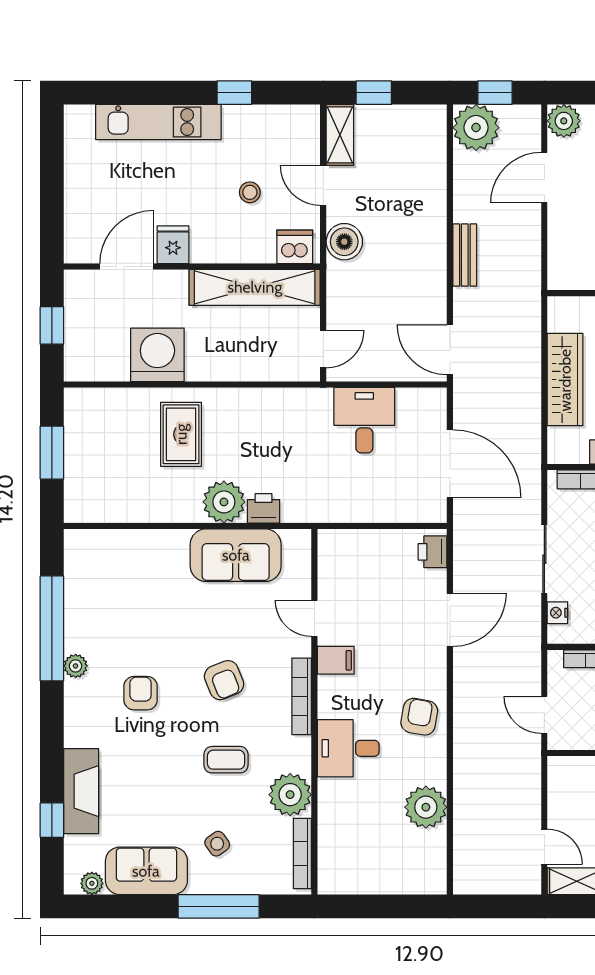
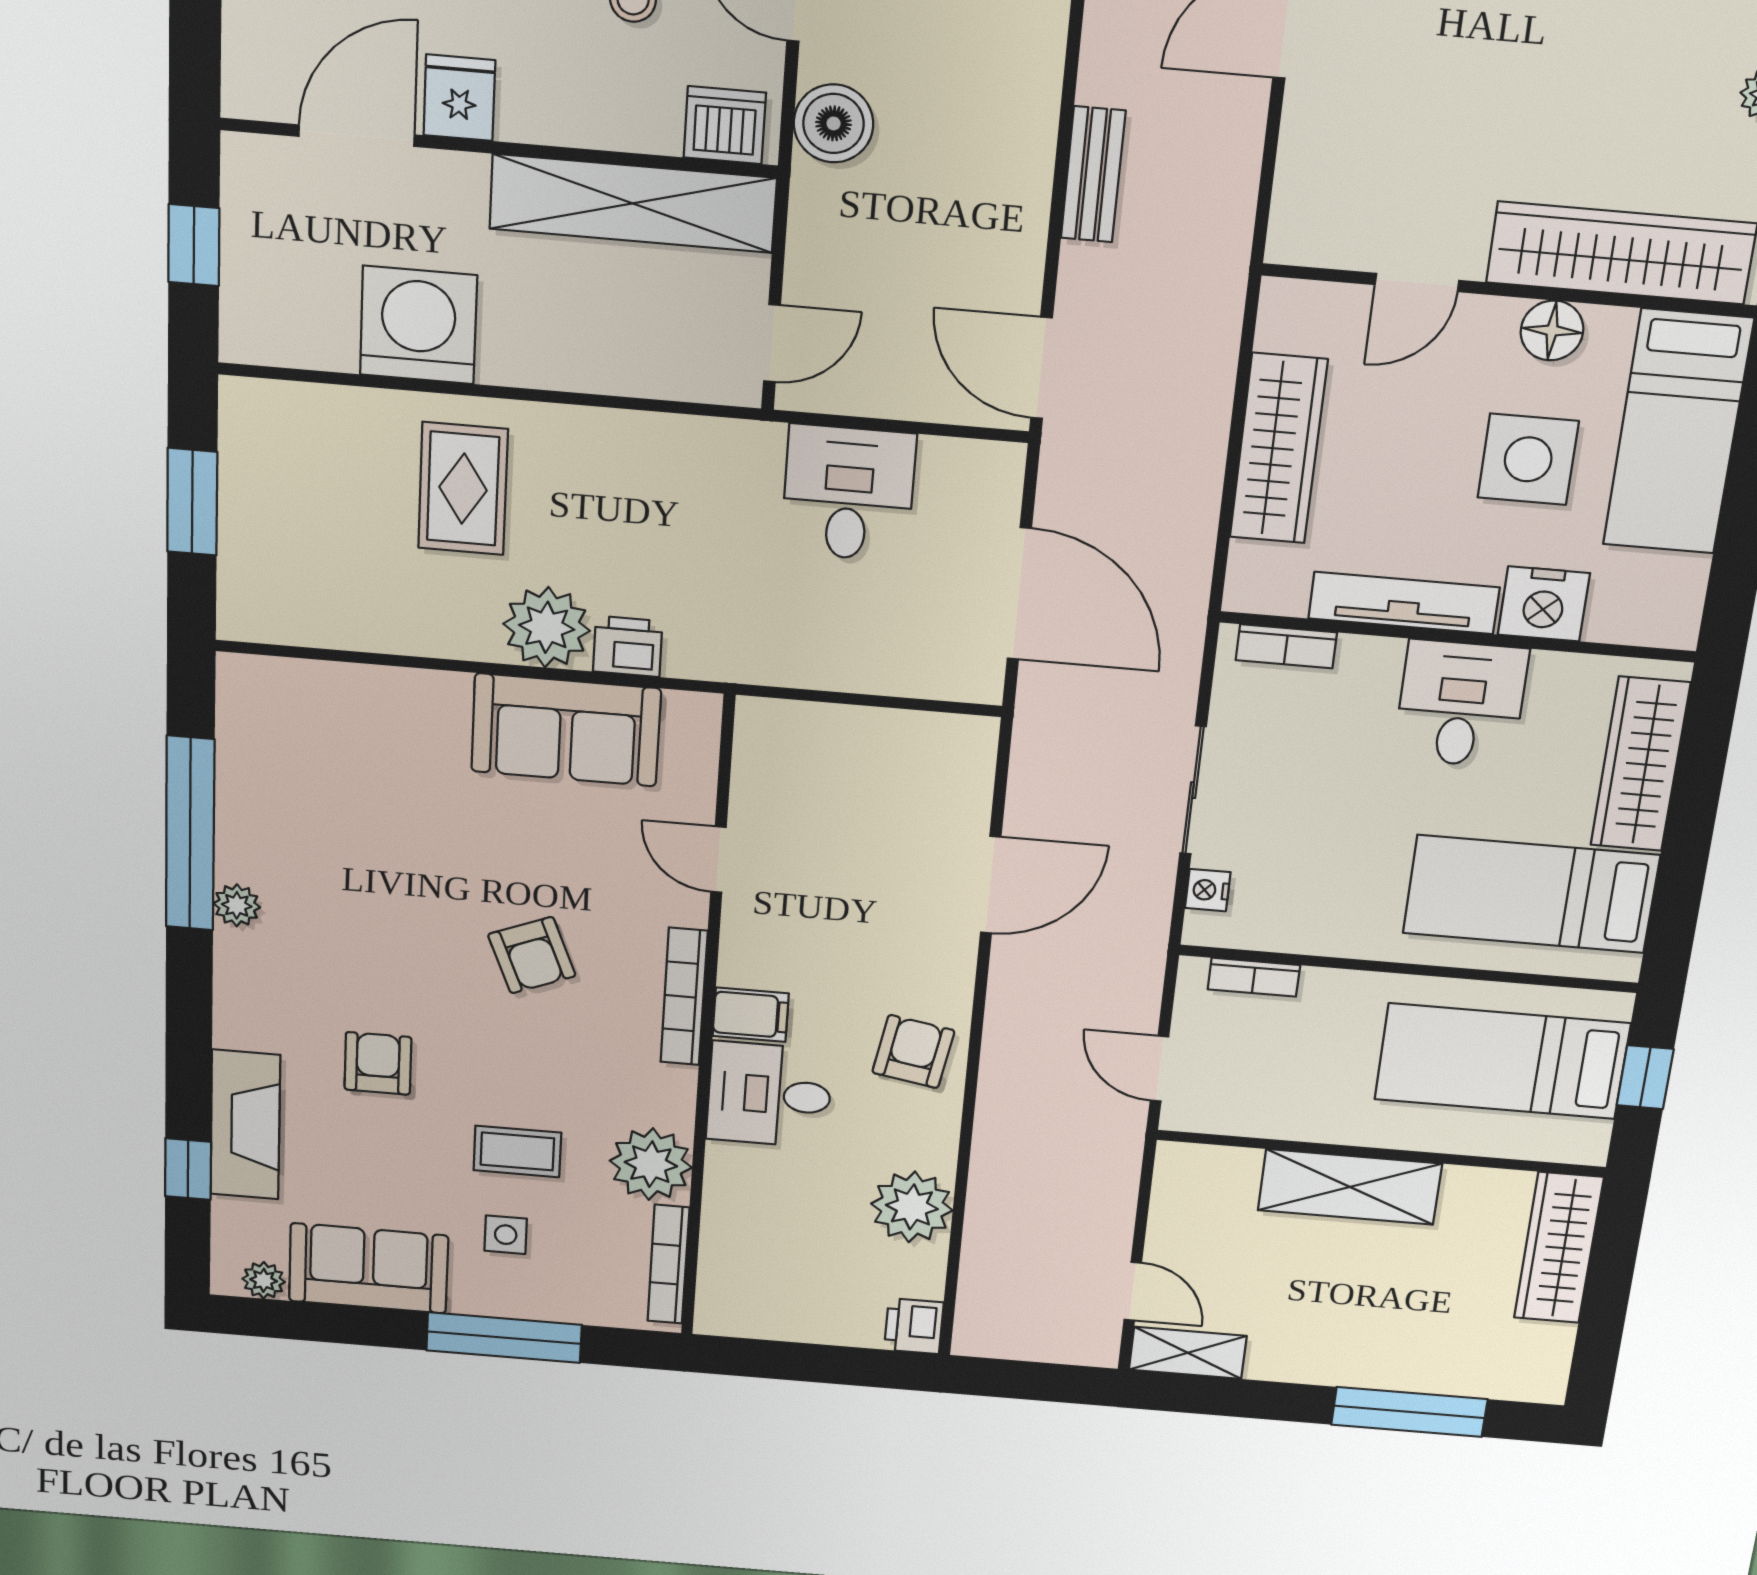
printer: (433, 552) -> (914, 1326), moved
filing cabinet: (336, 660) -> (751, 1015), moved
armchair: (141, 693) -> (378, 1063), moved
coffee table: (226, 760) -> (517, 1151), moved
side table: (217, 844) -> (506, 1235), turned 36

